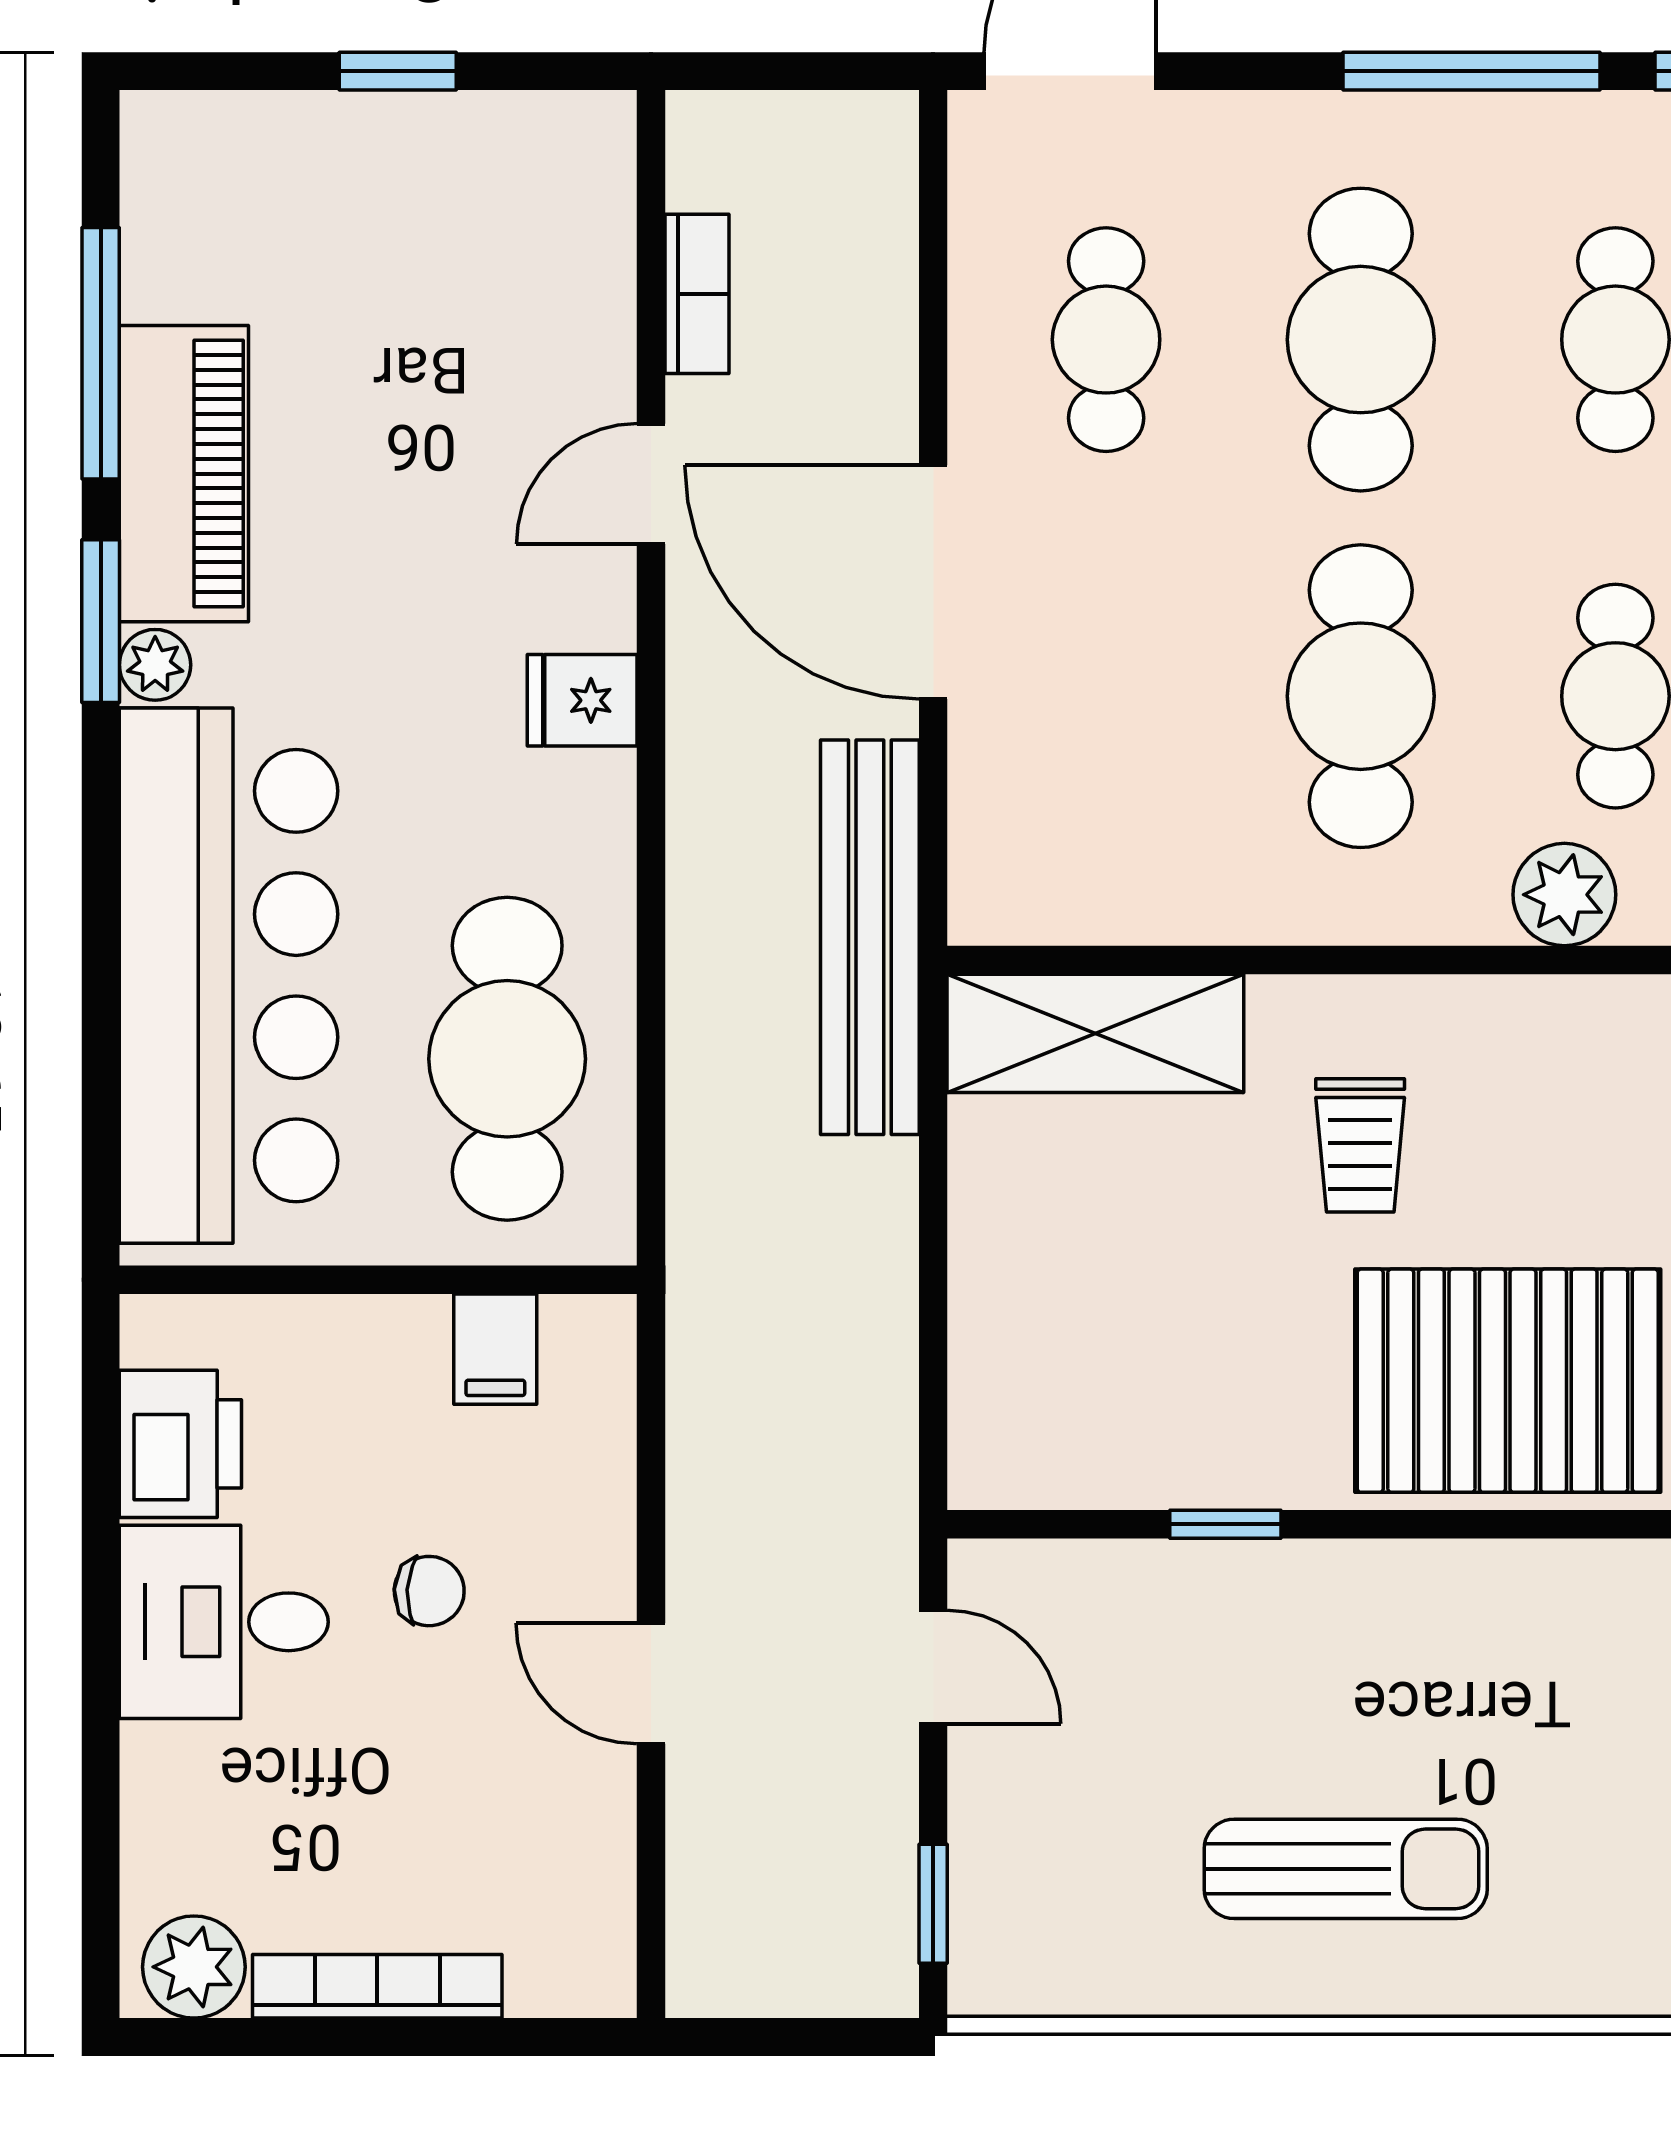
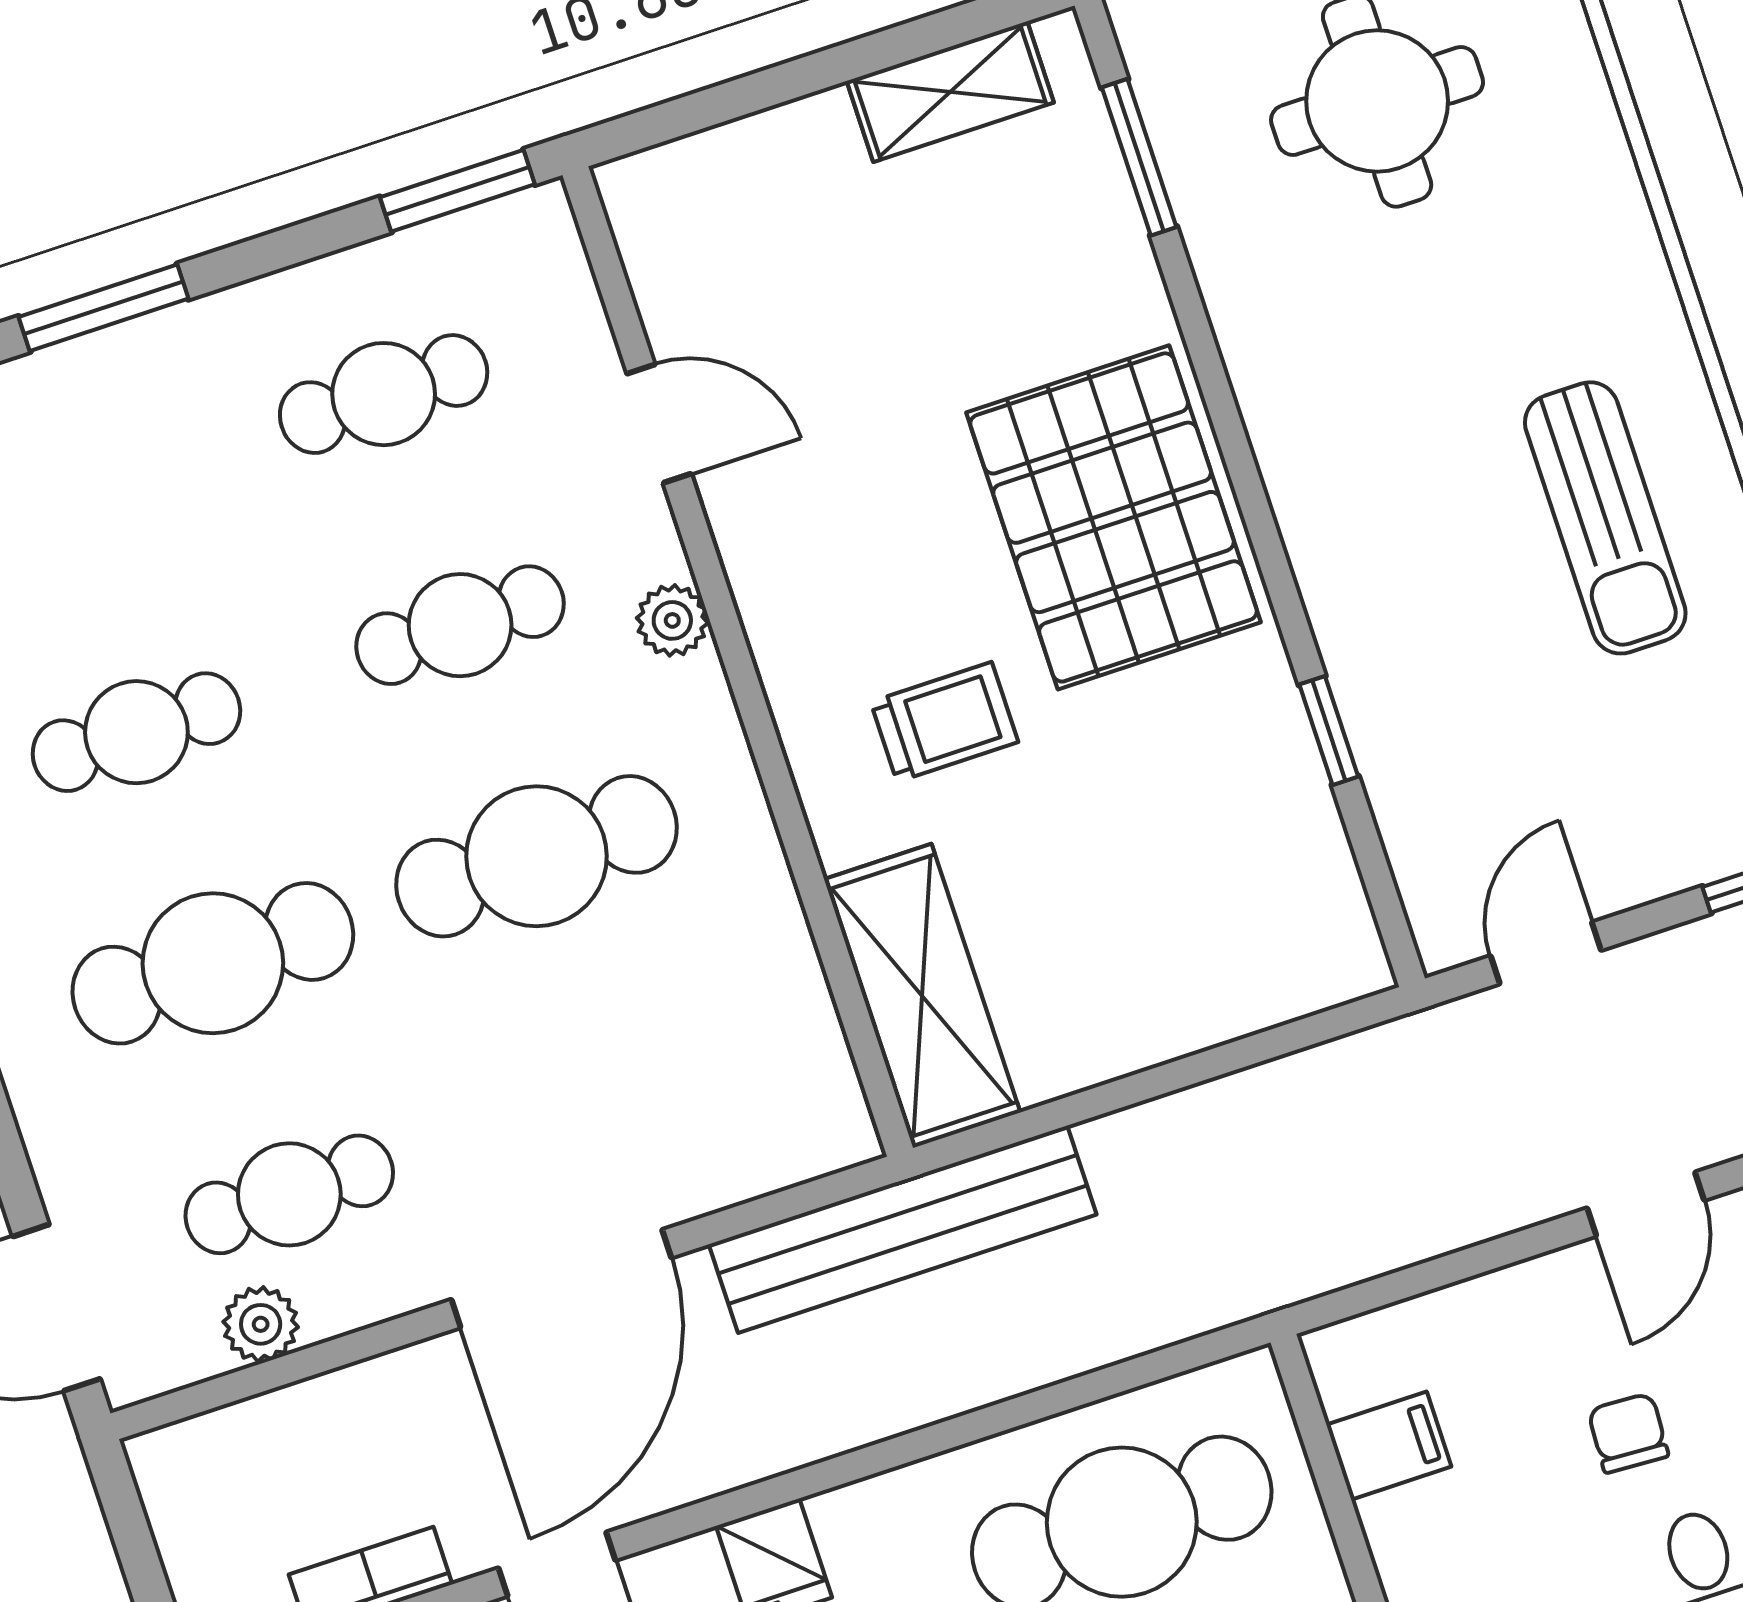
plant: (986, 268) -> (261, 1324), added
plant: (1564, 895) -> (672, 620), width x0.73, depth x0.73
sun lounger: (1346, 1869) -> (1605, 518), turned 180

